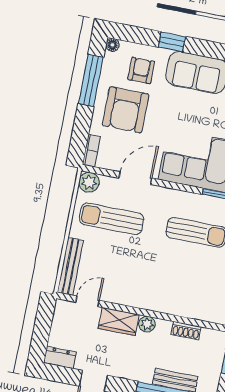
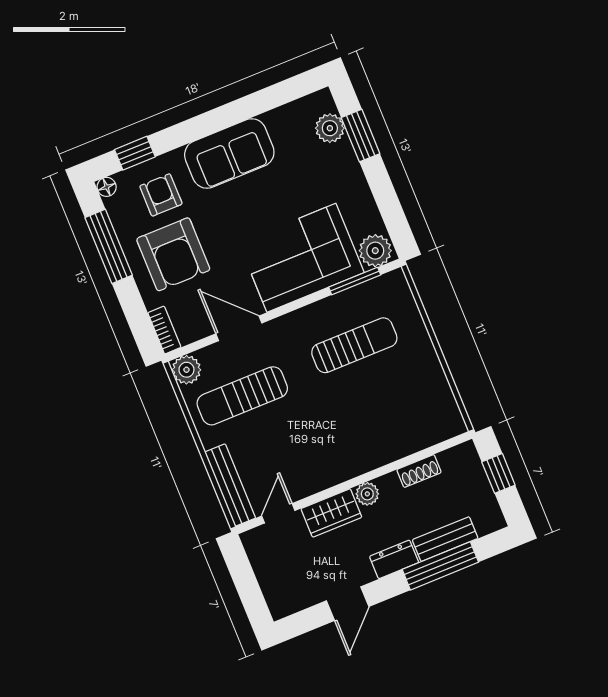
window: (172, 42) -> (135, 153), moved
door: (135, 178) -> (239, 328), hinge flipped
dresser: (60, 357) -> (394, 559), moved

